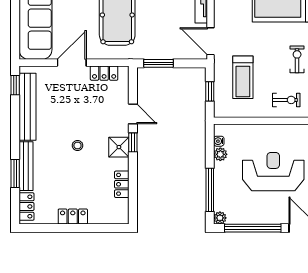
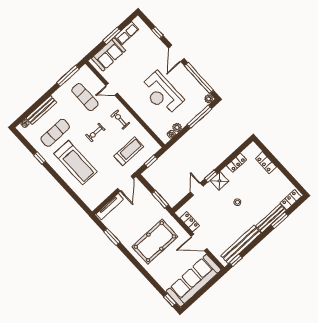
locker: (73, 217) -> (266, 163), moved

